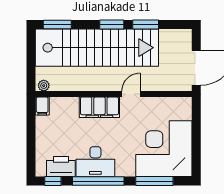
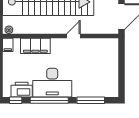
filing cabinet: (99, 107) -> (35, 46), moved
corner desk: (164, 149) -> (98, 76), removed
desk: (95, 162) -> (52, 83), width x1.36, depth x1.30

